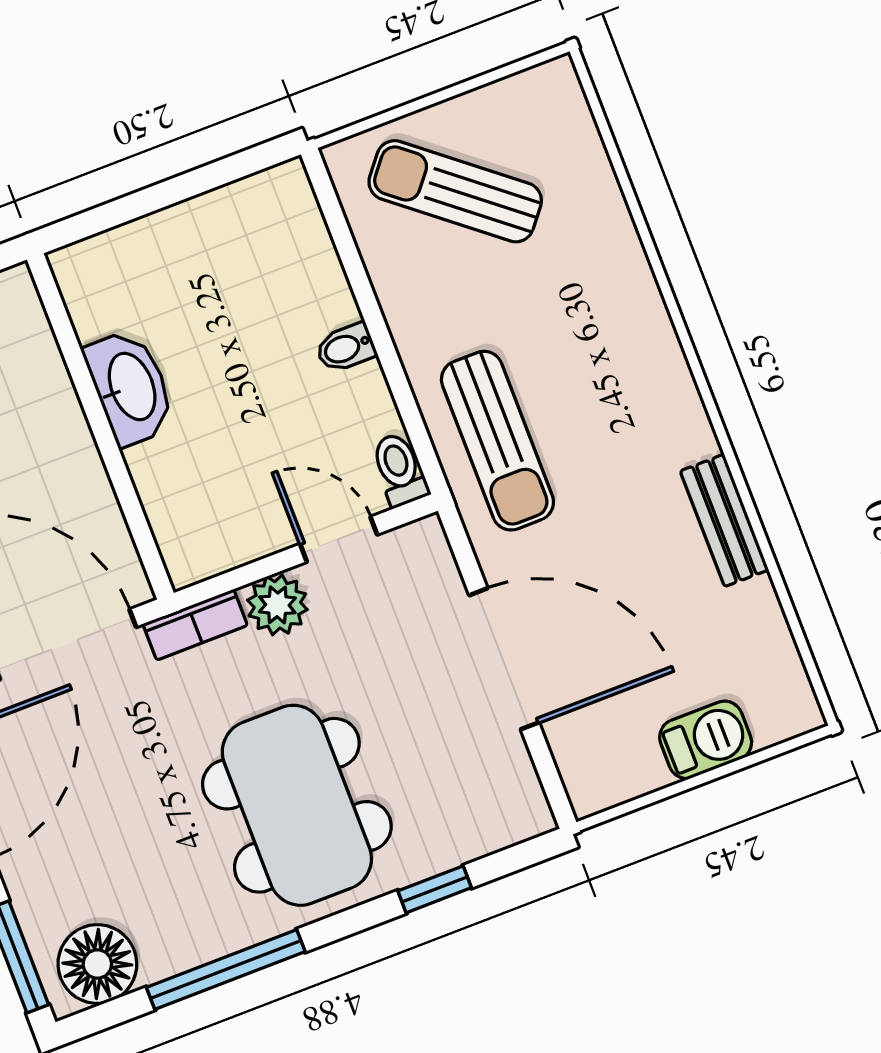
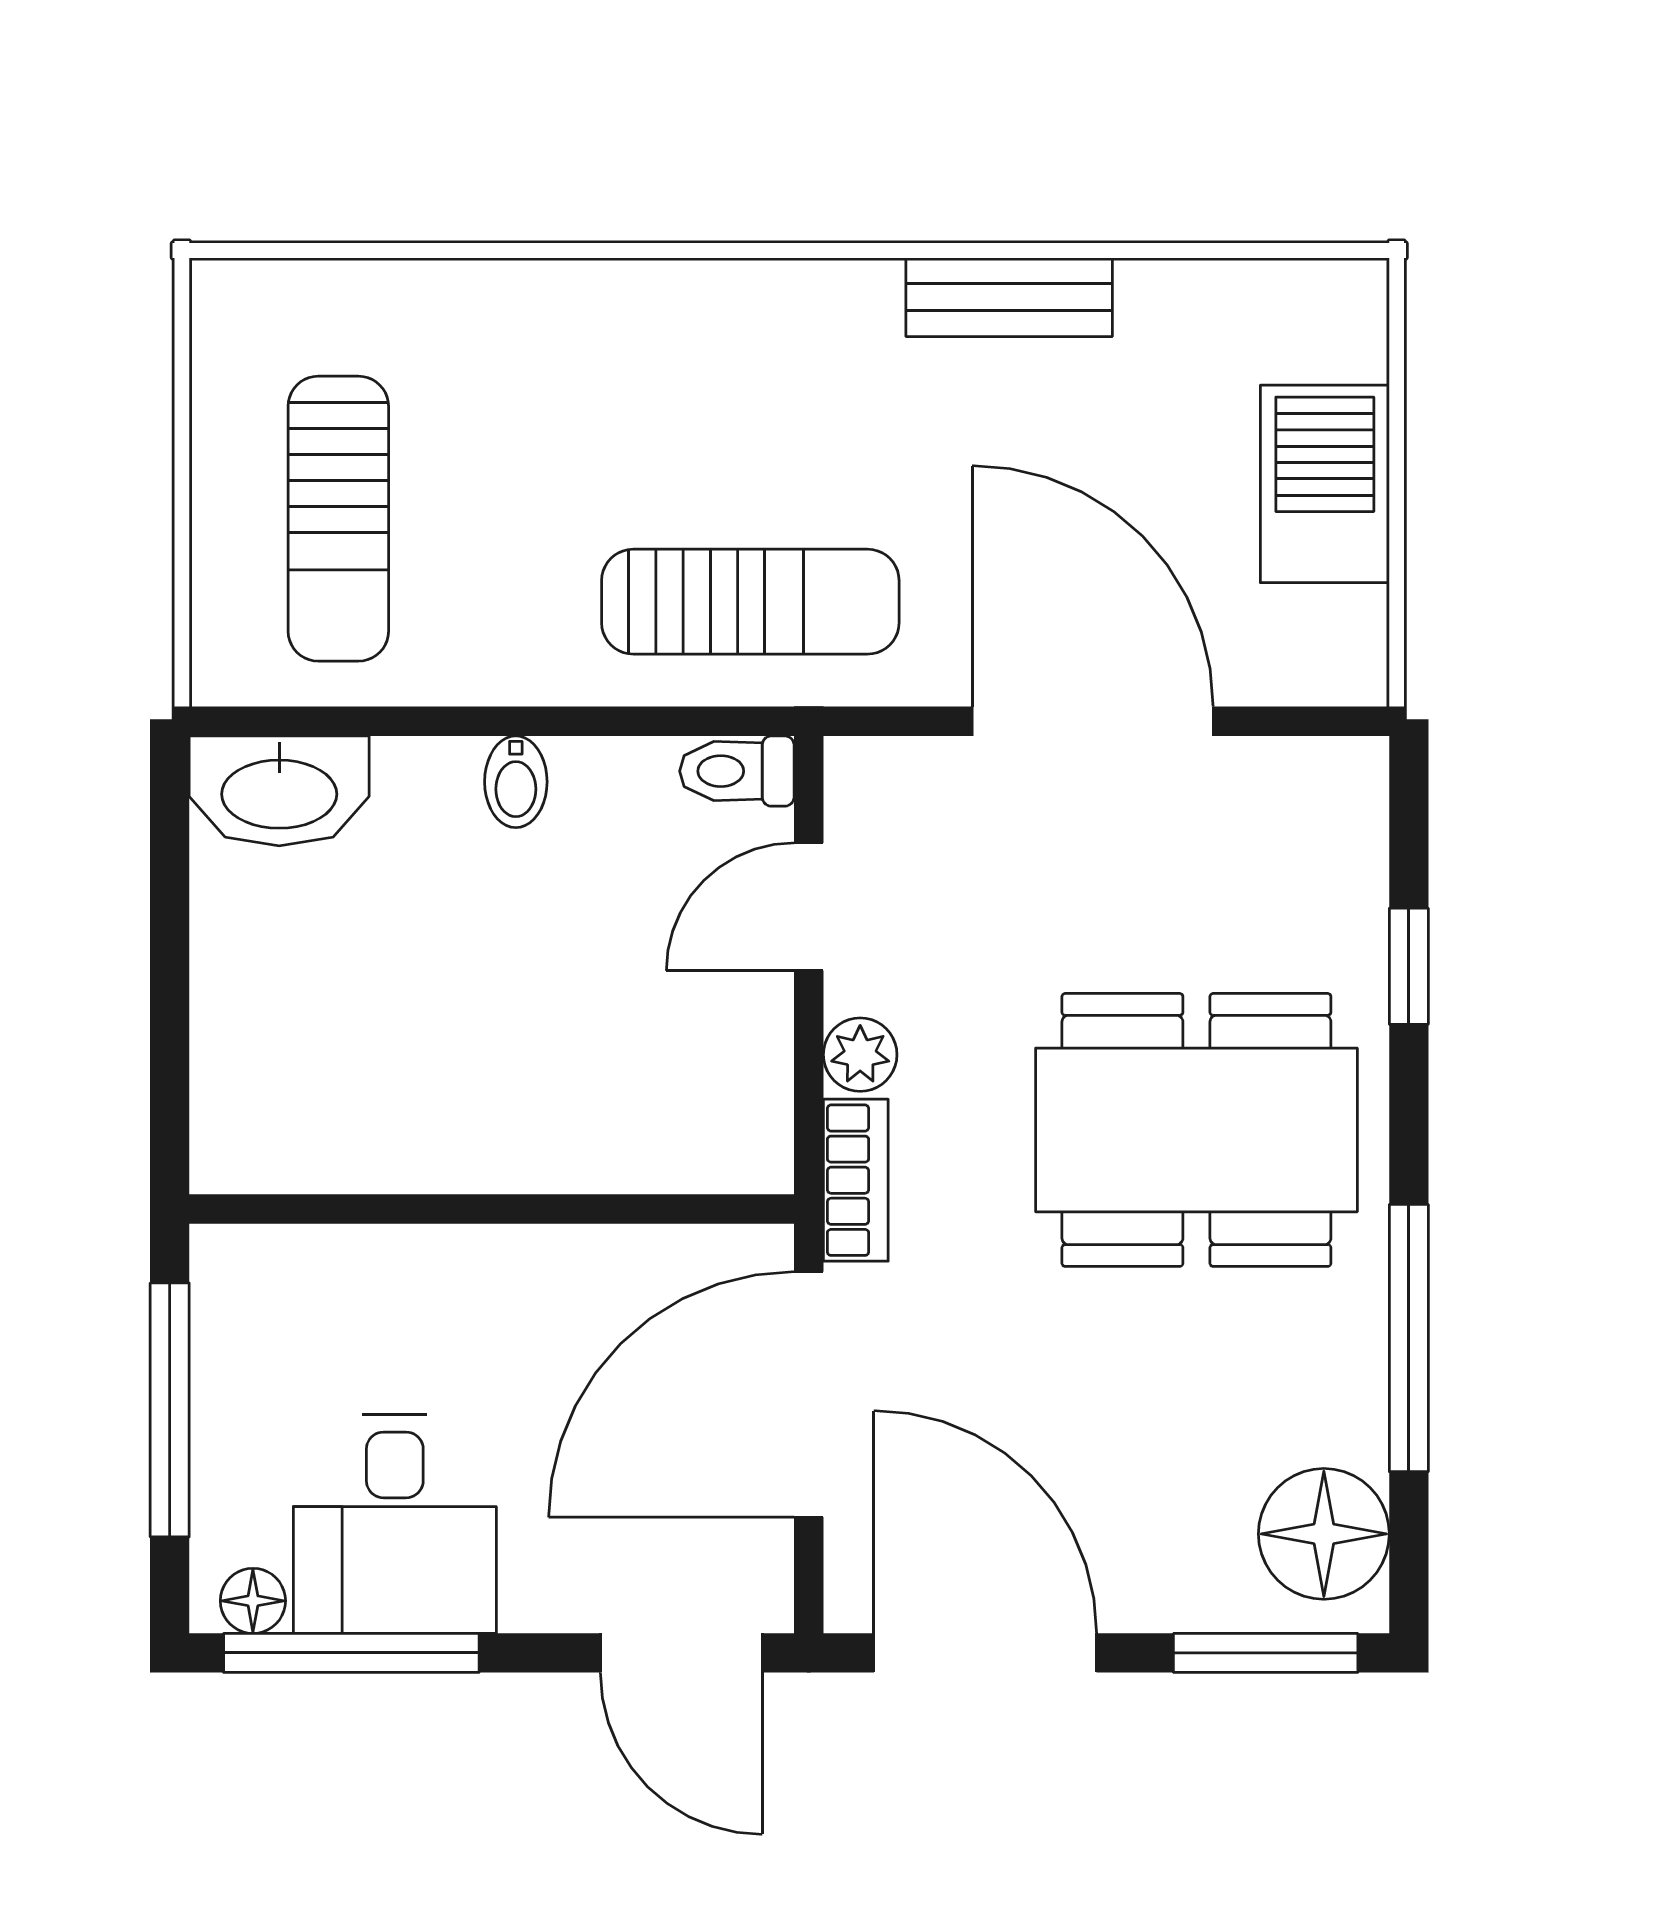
sun lounger: (455, 191) -> (338, 519), turned -39
washbasin: (130, 387) -> (279, 791), moved, turned 180
plant: (277, 605) -> (860, 1055), width x0.73, depth x0.73
door: (504, 659) -> (1093, 721), hinge flipped
barbecue: (706, 740) -> (1325, 484), width x1.38, depth x1.27

